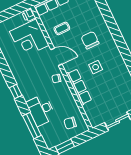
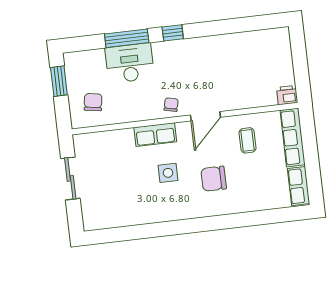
corner desk: (29, 38) -> (250, 83), removed
chair: (90, 40) -> (214, 179), turned 180
row of seats: (79, 87) -> (155, 135), width x0.68
window: (32, 126) -> (127, 38), moved

